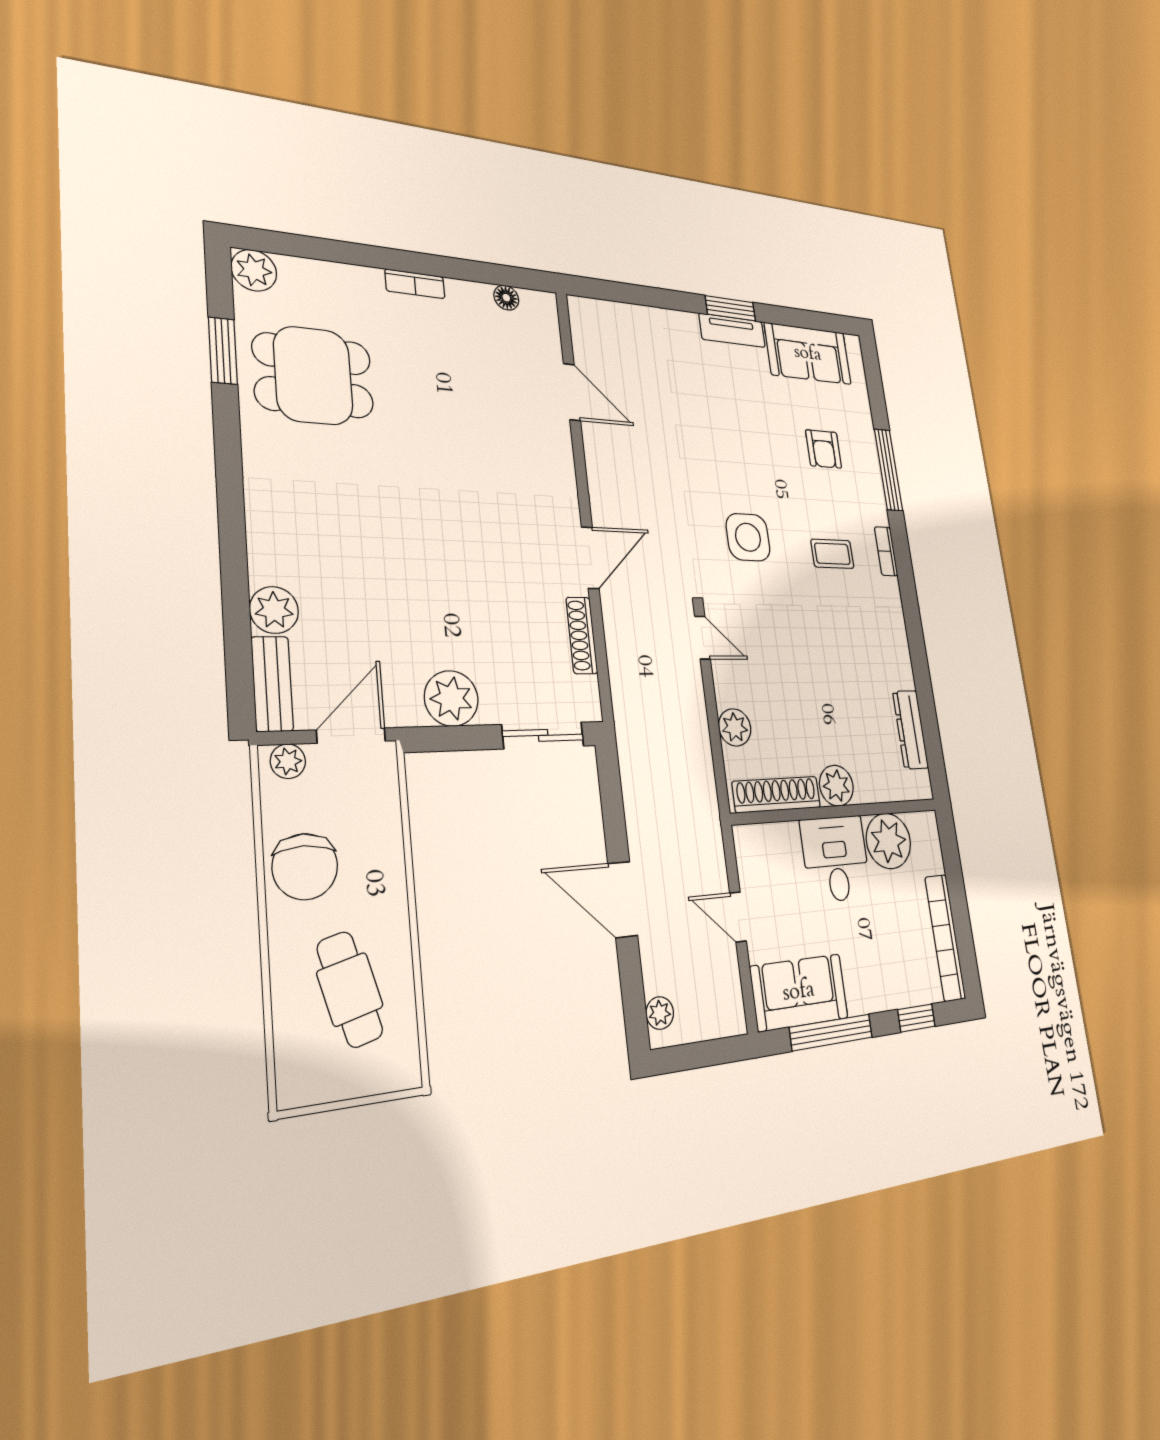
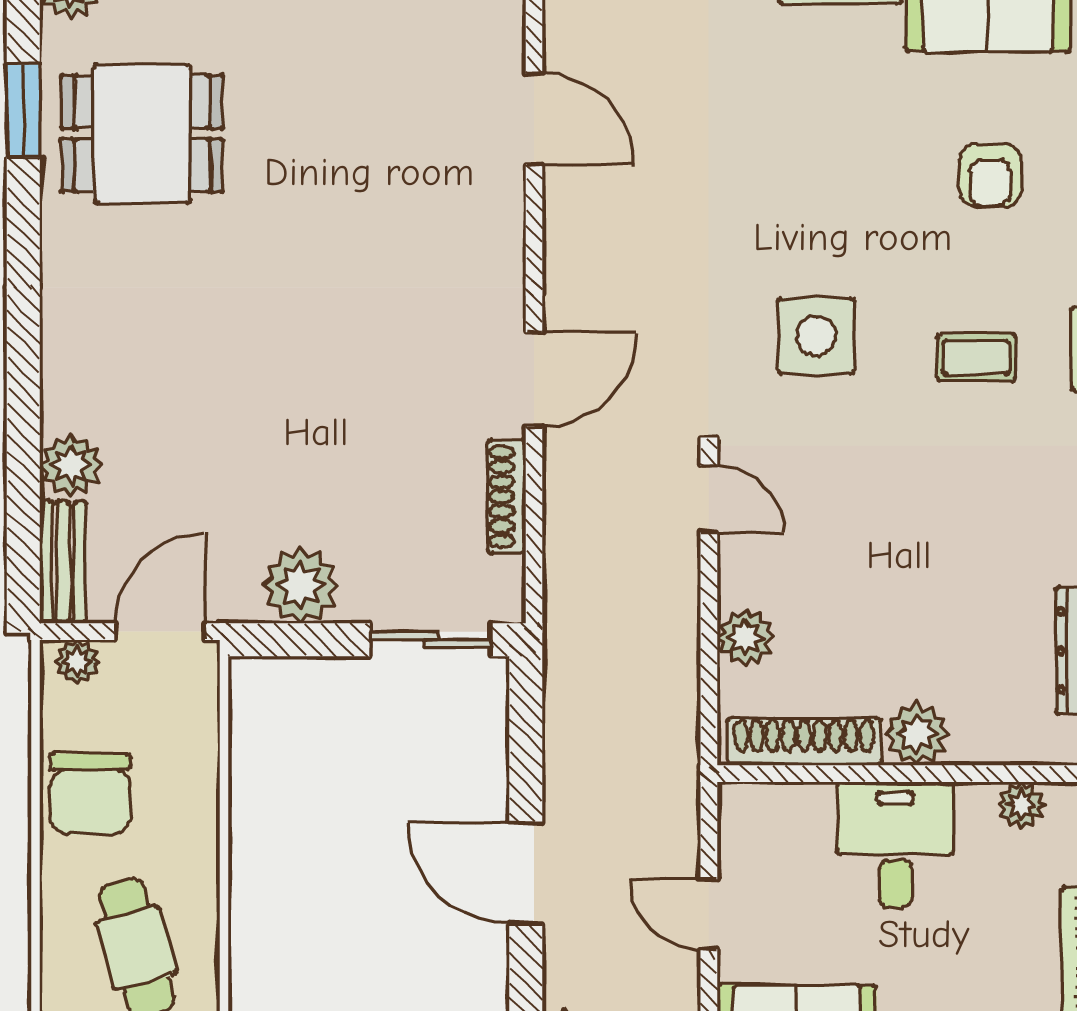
plant: (888, 841) -> (1021, 805), width x0.53, depth x0.53

